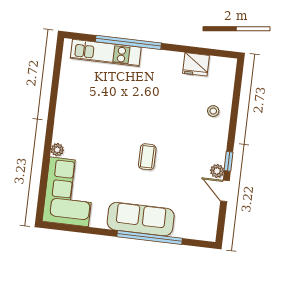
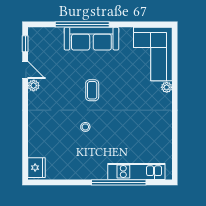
fridge: (196, 64) -> (36, 168), moved, turned 90
stool: (213, 111) -> (85, 127), moved
window: (229, 161) -> (25, 44), moved

